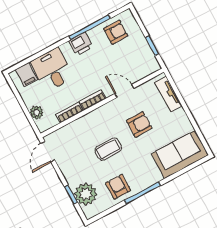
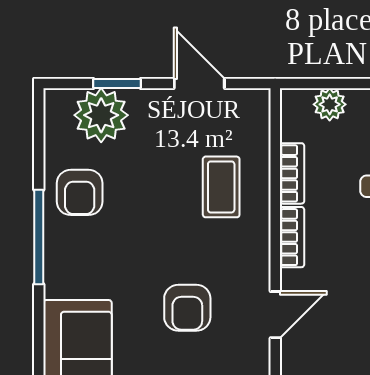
coffee table: (108, 149) -> (221, 187), moved
door: (48, 152) -> (199, 84), moved
armchair: (118, 187) -> (80, 192), turned 90

